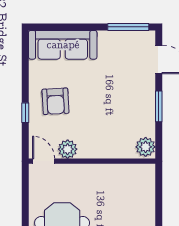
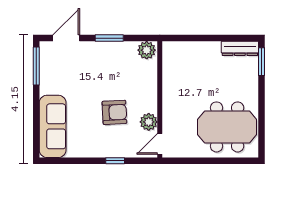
armchair: (55, 101) -> (114, 112), moved

